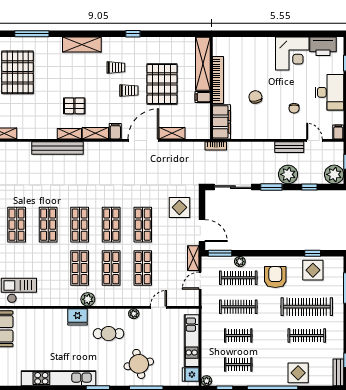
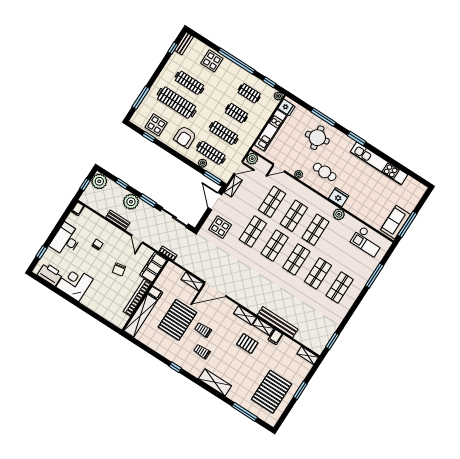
filing cabinet: (115, 131) -> (275, 337), moved
door: (315, 140) -> (137, 239), moved
plant: (88, 299) -> (339, 214), moved
plant: (192, 299) -> (252, 159), added

